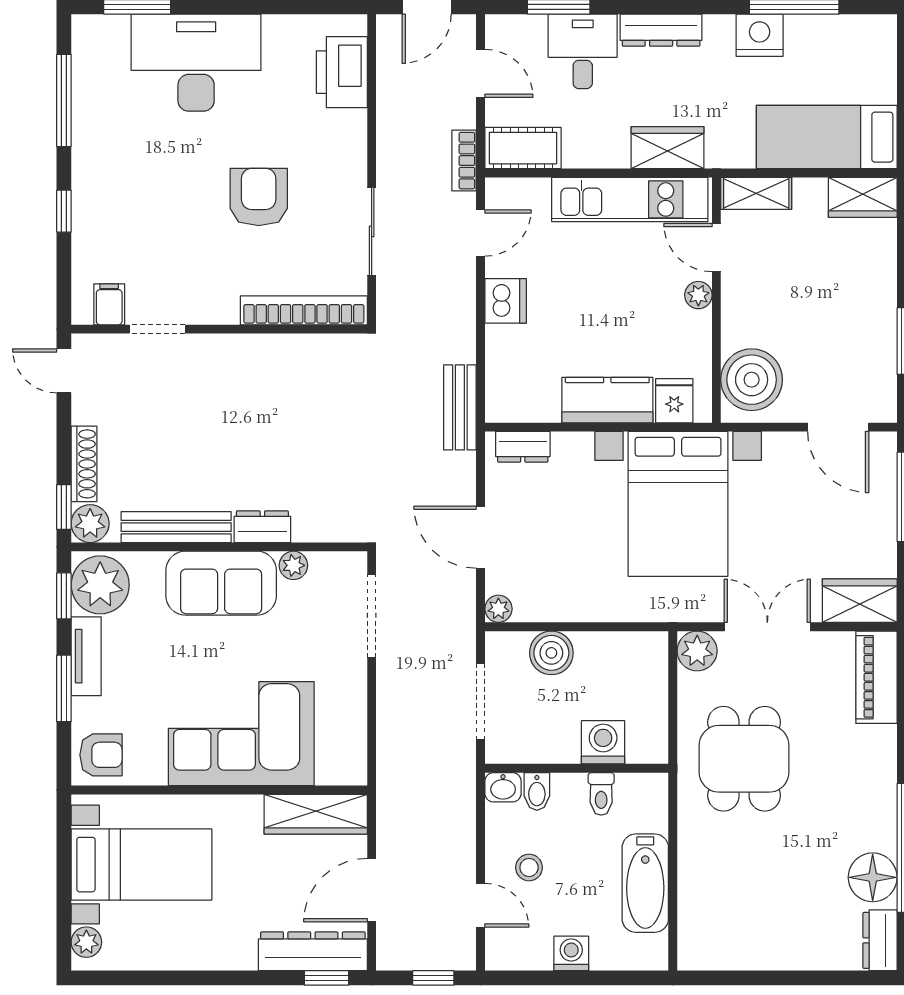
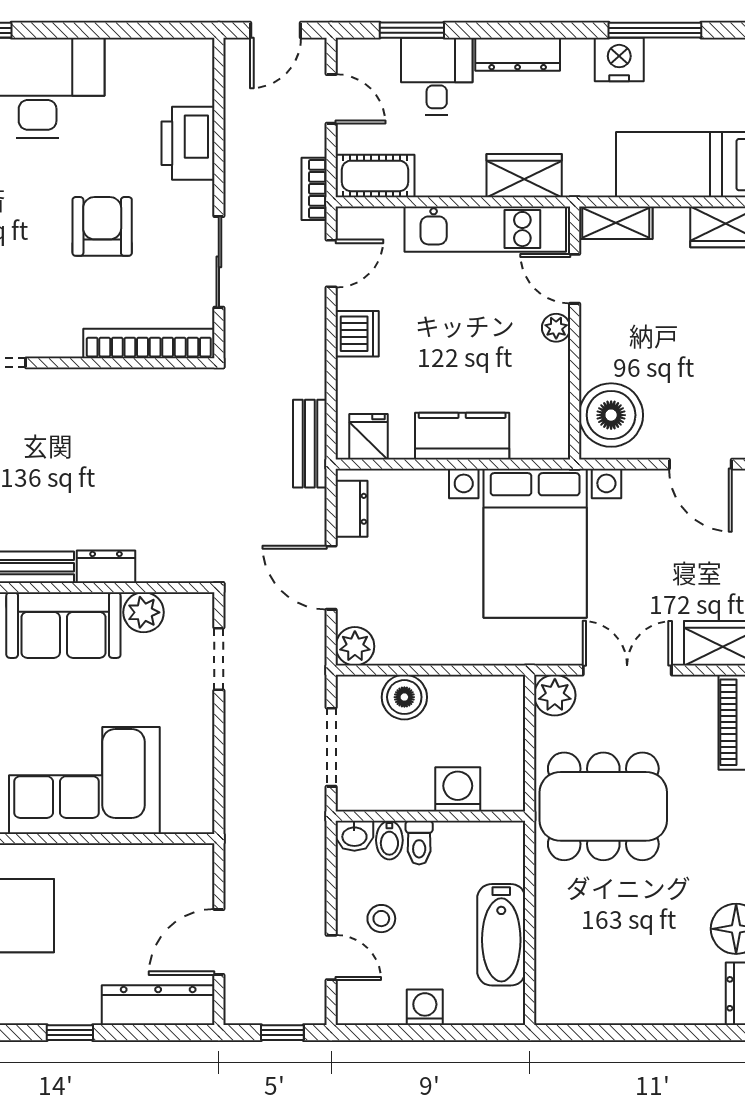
printer: (342, 72) -> (188, 143), moved
fridge: (674, 401) -> (369, 437), moved
dresser: (523, 447) -> (351, 509), moved, turned -90
plant: (293, 565) -> (144, 612), width x1.38, depth x1.38
plant: (498, 609) -> (355, 646), width x1.38, depth x1.38
doorway: (372, 616) -> (219, 659), width x0.73
dining table: (744, 759) -> (603, 806), width x1.38
toilet: (601, 794) -> (419, 843), moved
wardrobe: (316, 814) -> (161, 864), removed
window: (326, 978) -> (70, 1033), moved

